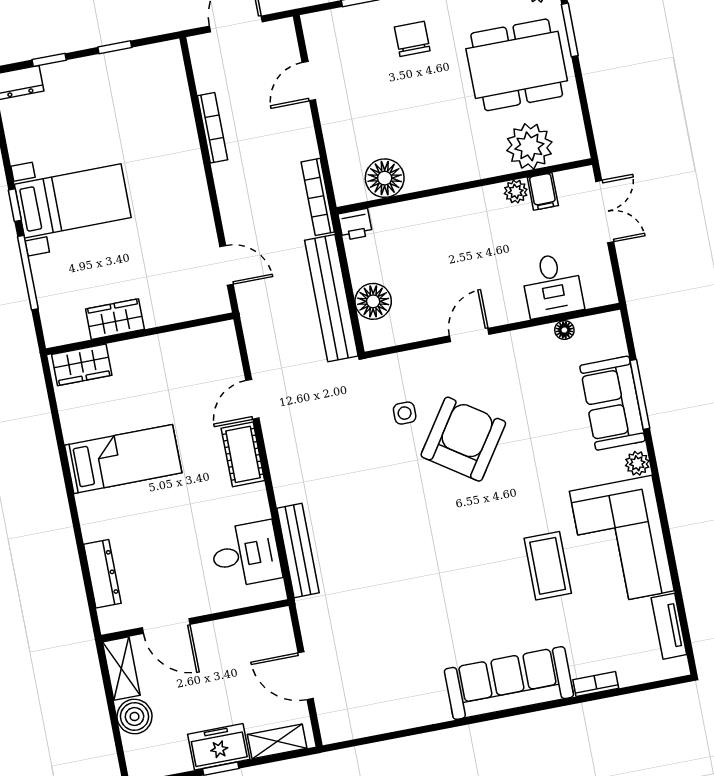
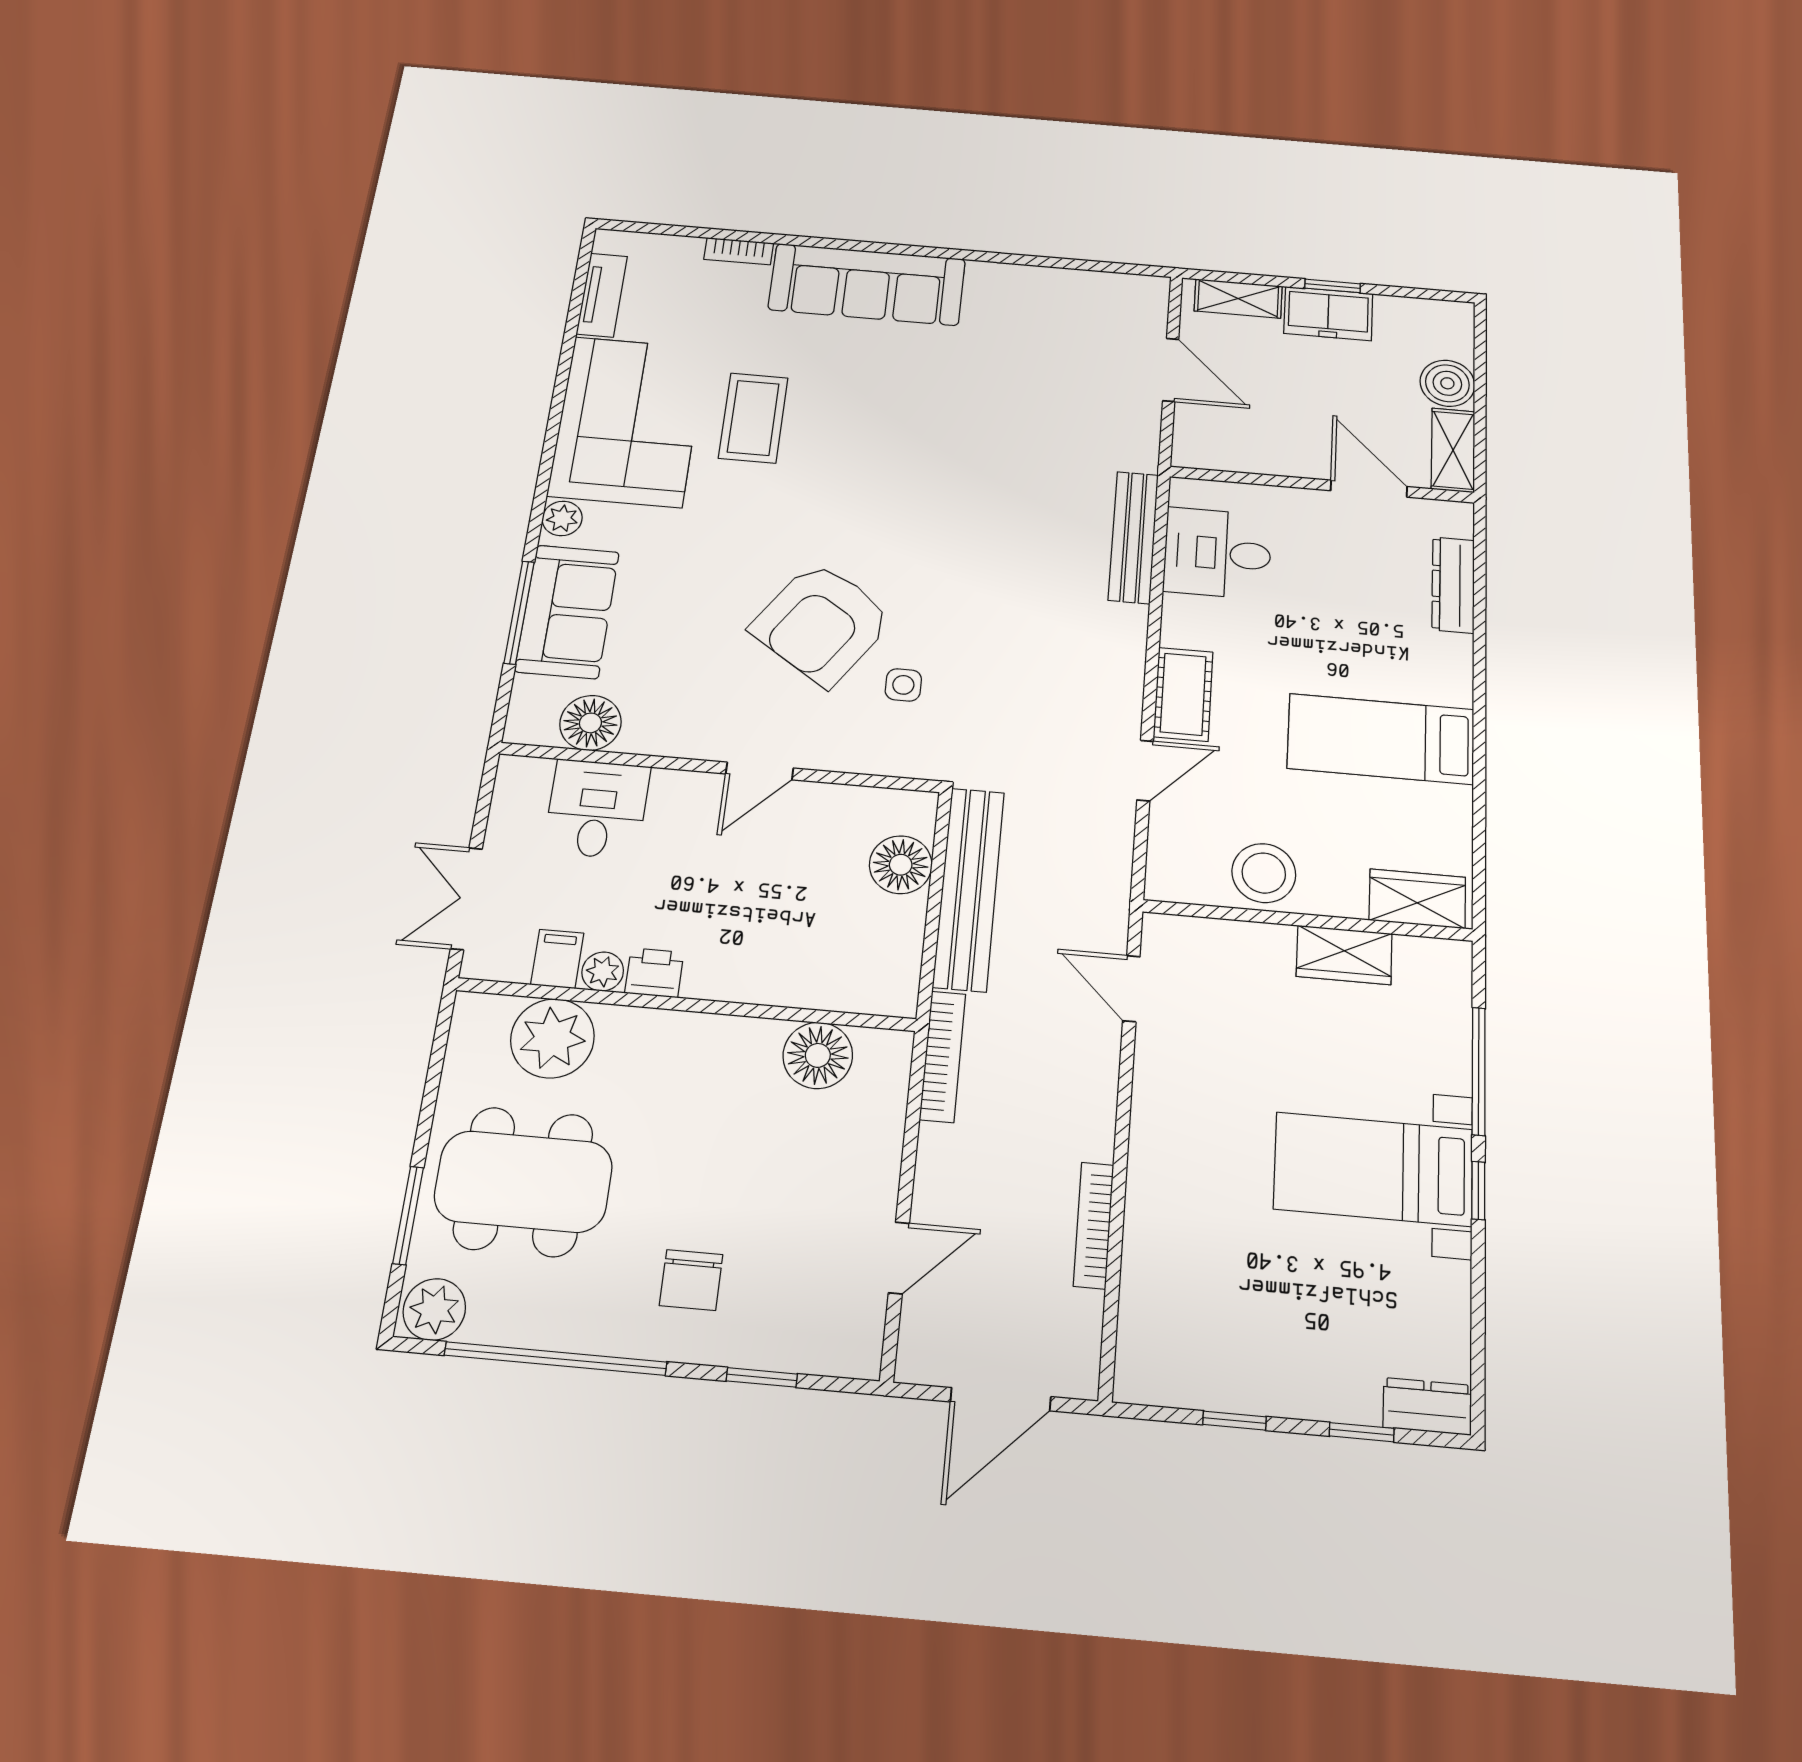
printer: (355, 224) -> (654, 973), moved
floor lamp: (564, 330) -> (590, 723), width x1.89, depth x1.89
stool: (171, 355) -> (1264, 873), added

